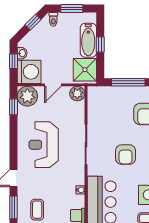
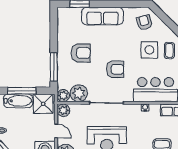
window: (100, 45) -> (22, 91), width x2.17
plant: (95, 93) -> (63, 96), added
plant: (97, 112) -> (79, 93), added

